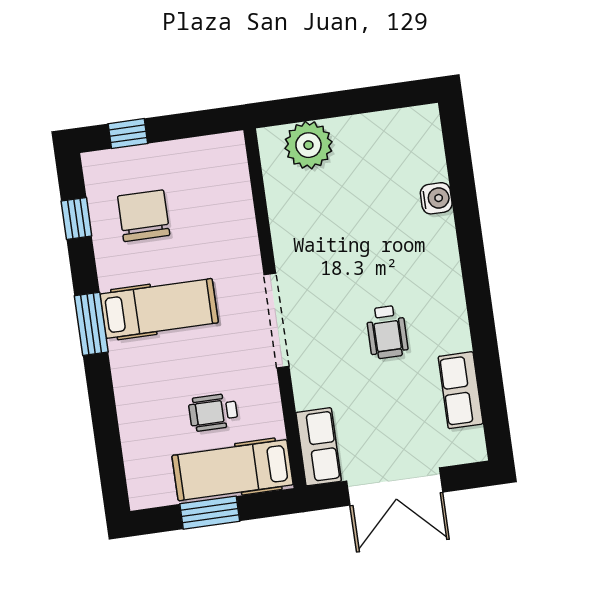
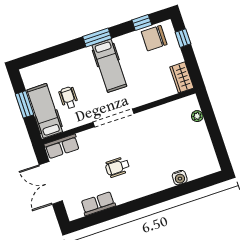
plant: (308, 145) -> (197, 116), width x0.53, depth x0.53
wardrobe: (215, 152) -> (182, 77), added
chair: (144, 216) -> (154, 38), moved, turned 180

